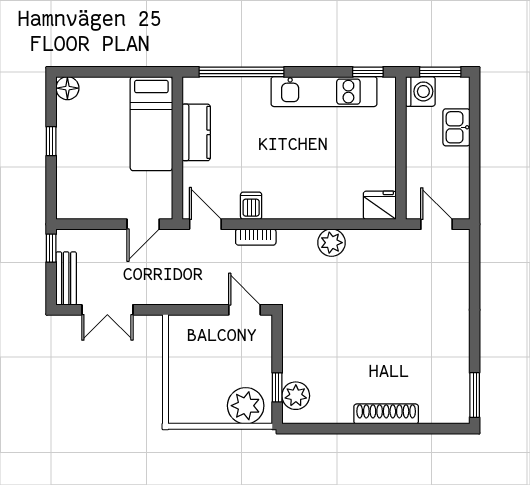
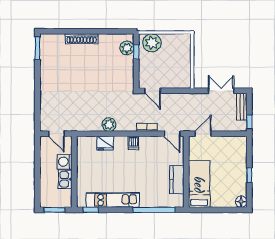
washing machine: (420, 91) -> (64, 162), moved
kitchen sink: (456, 127) -> (65, 179), moved, turned 180
fridge: (380, 205) -> (105, 143), moved
dishwasher: (251, 206) -> (133, 143), moved

